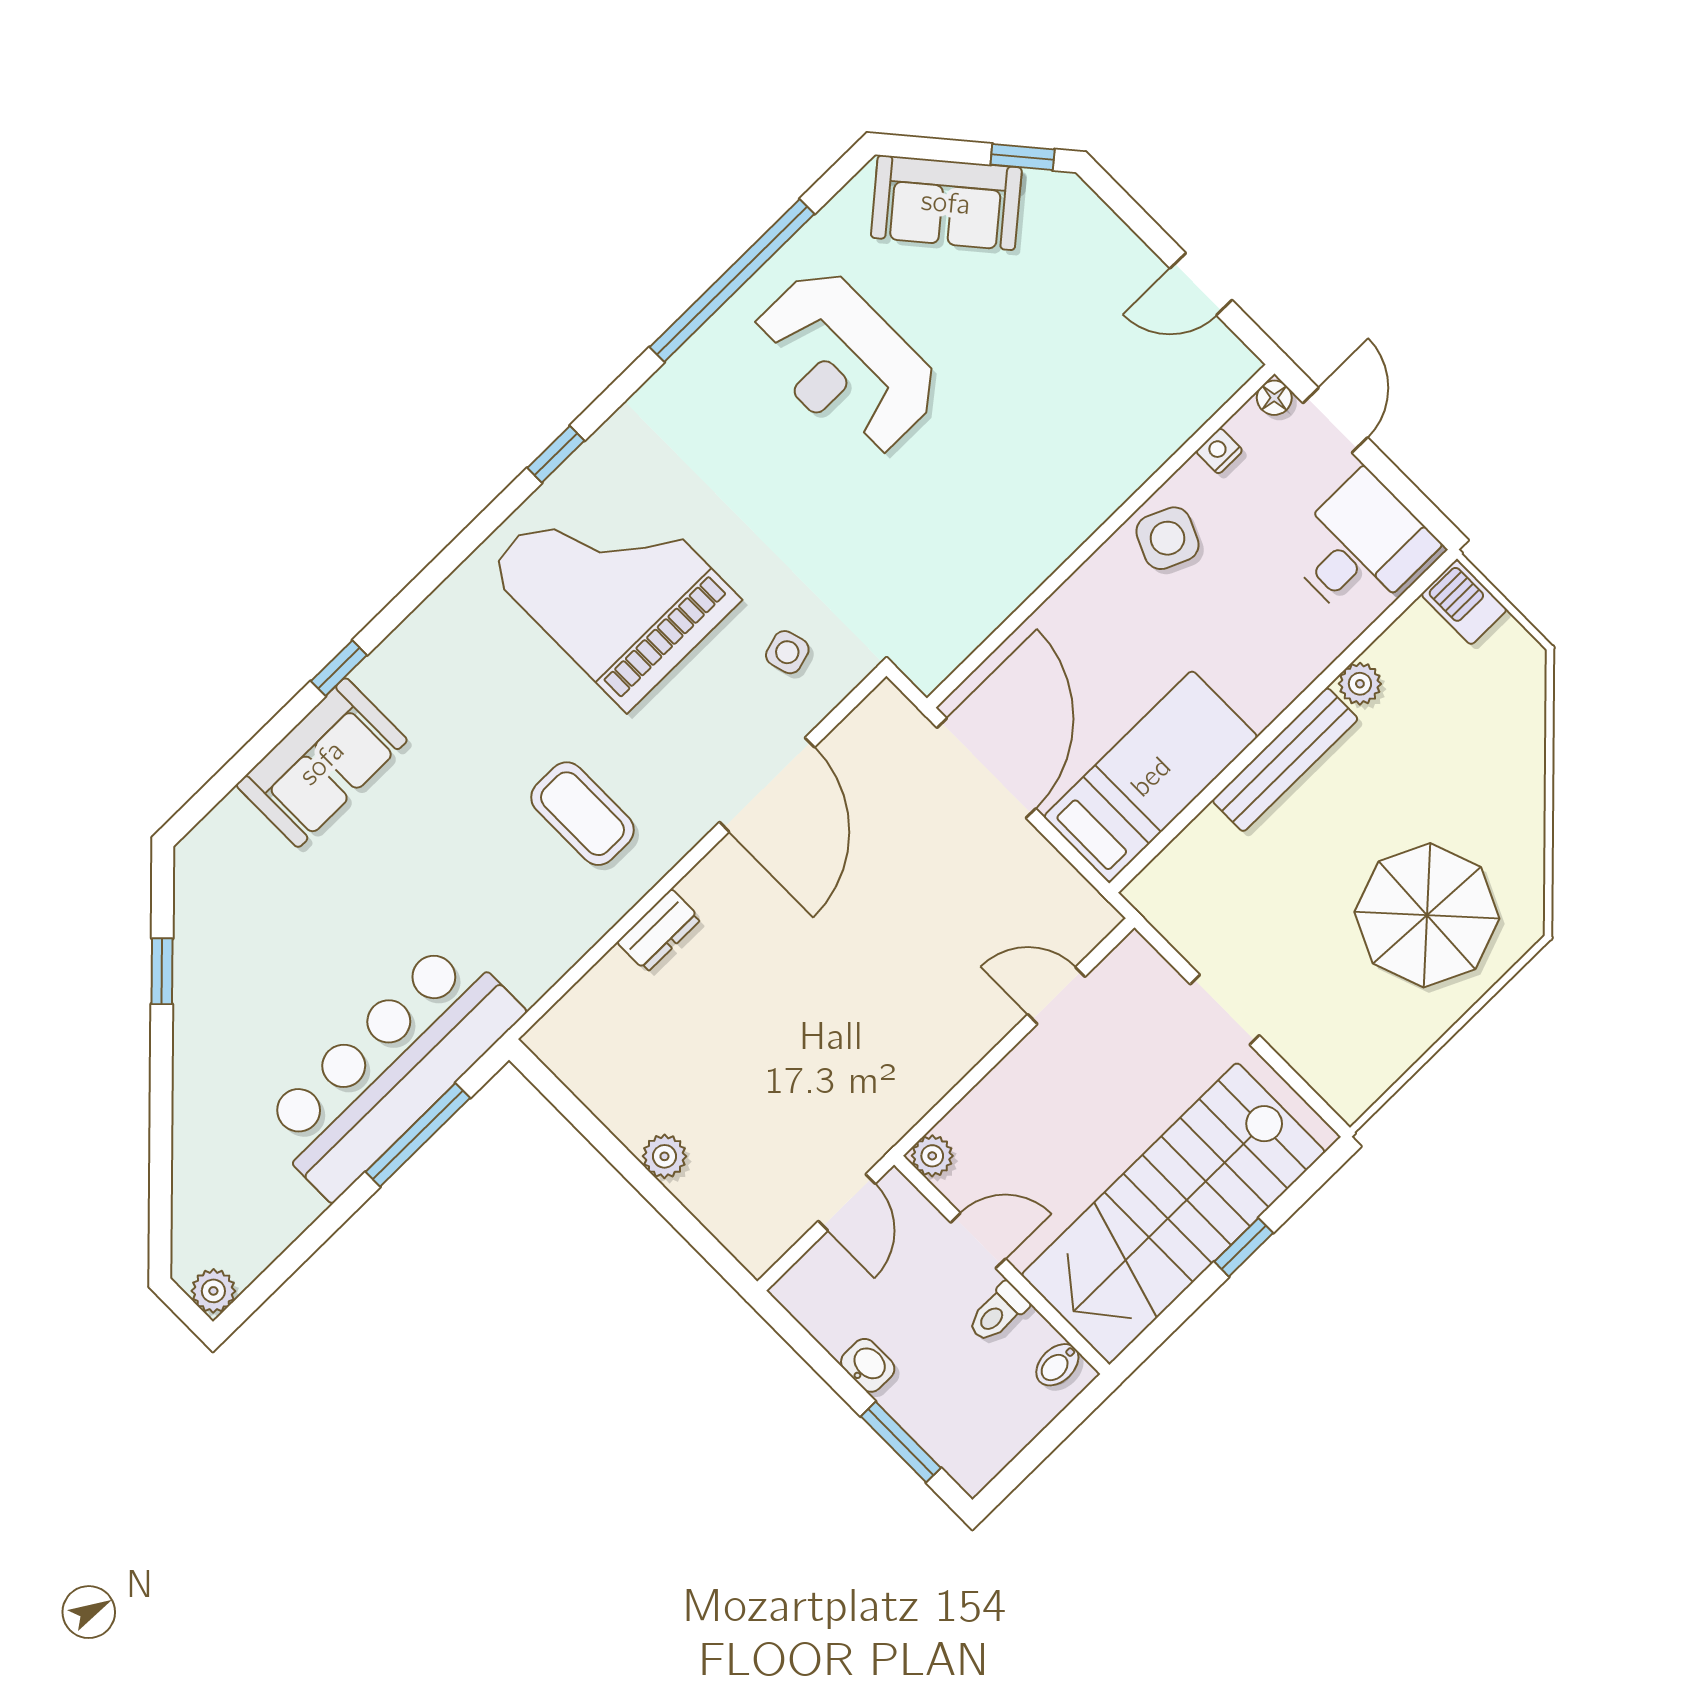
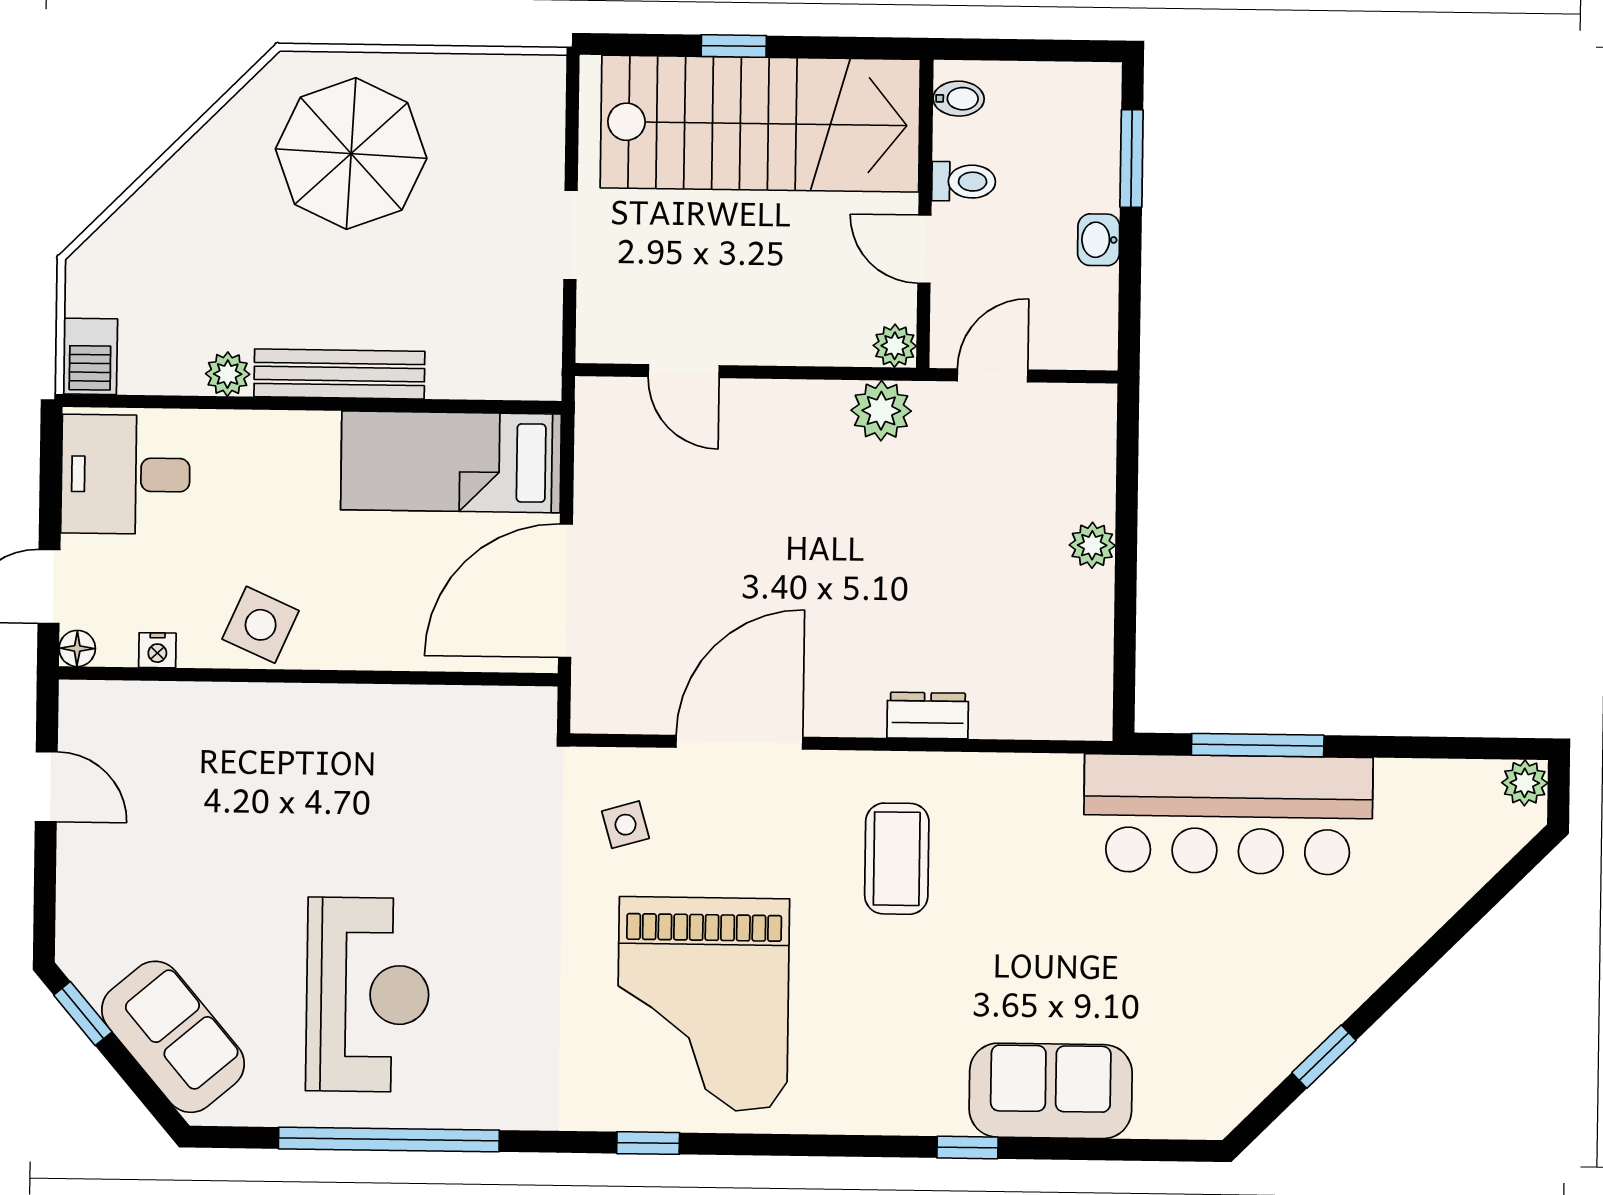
plant: (897, 1103) -> (881, 411), added

